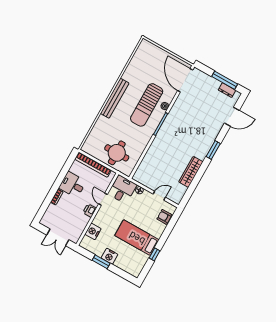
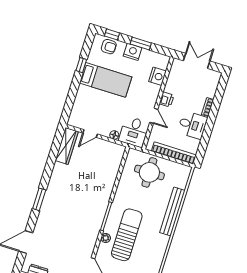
bench: (115, 98) -> (172, 211), moved
wardrobe: (191, 172) -> (67, 146), moved
armchair: (164, 217) -> (109, 47), moved
window: (123, 274) -> (112, 34), added

